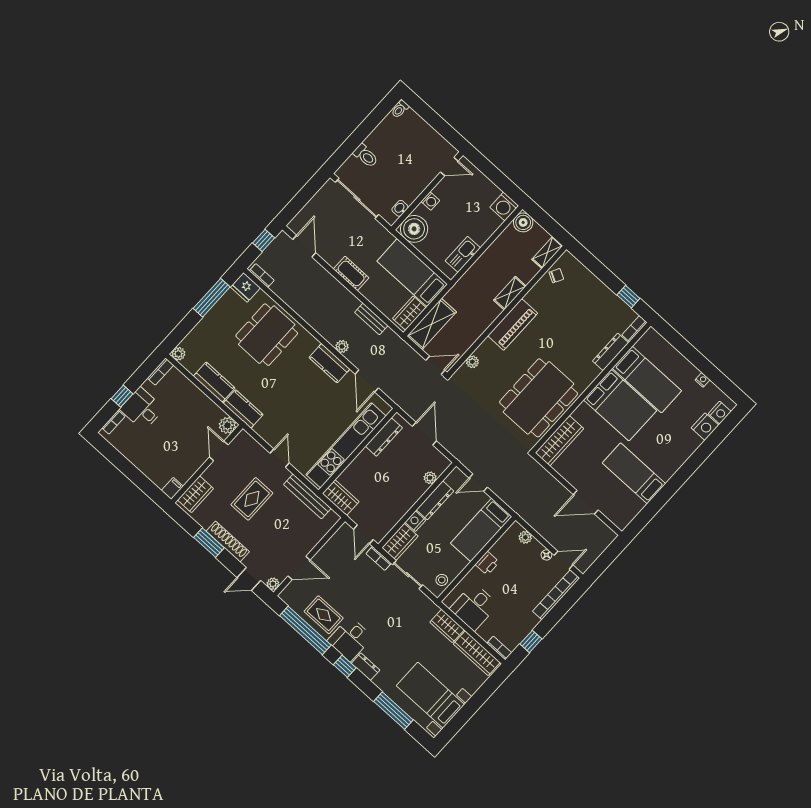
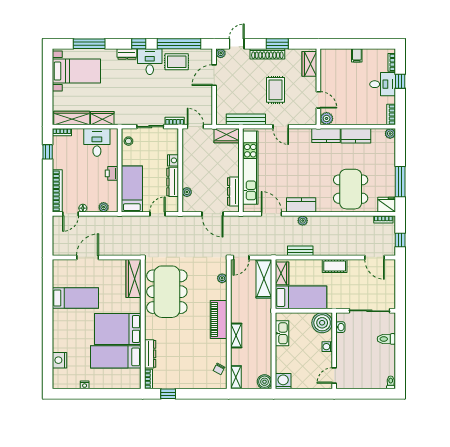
nightstand: (720, 413) -> (58, 375), removed
filing cabinet: (172, 488) -> (357, 55), moved
wardrobe: (400, 542) -> (171, 141), removed

